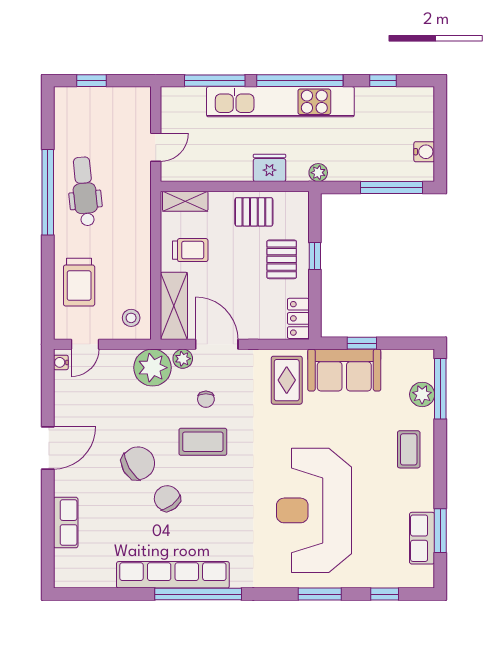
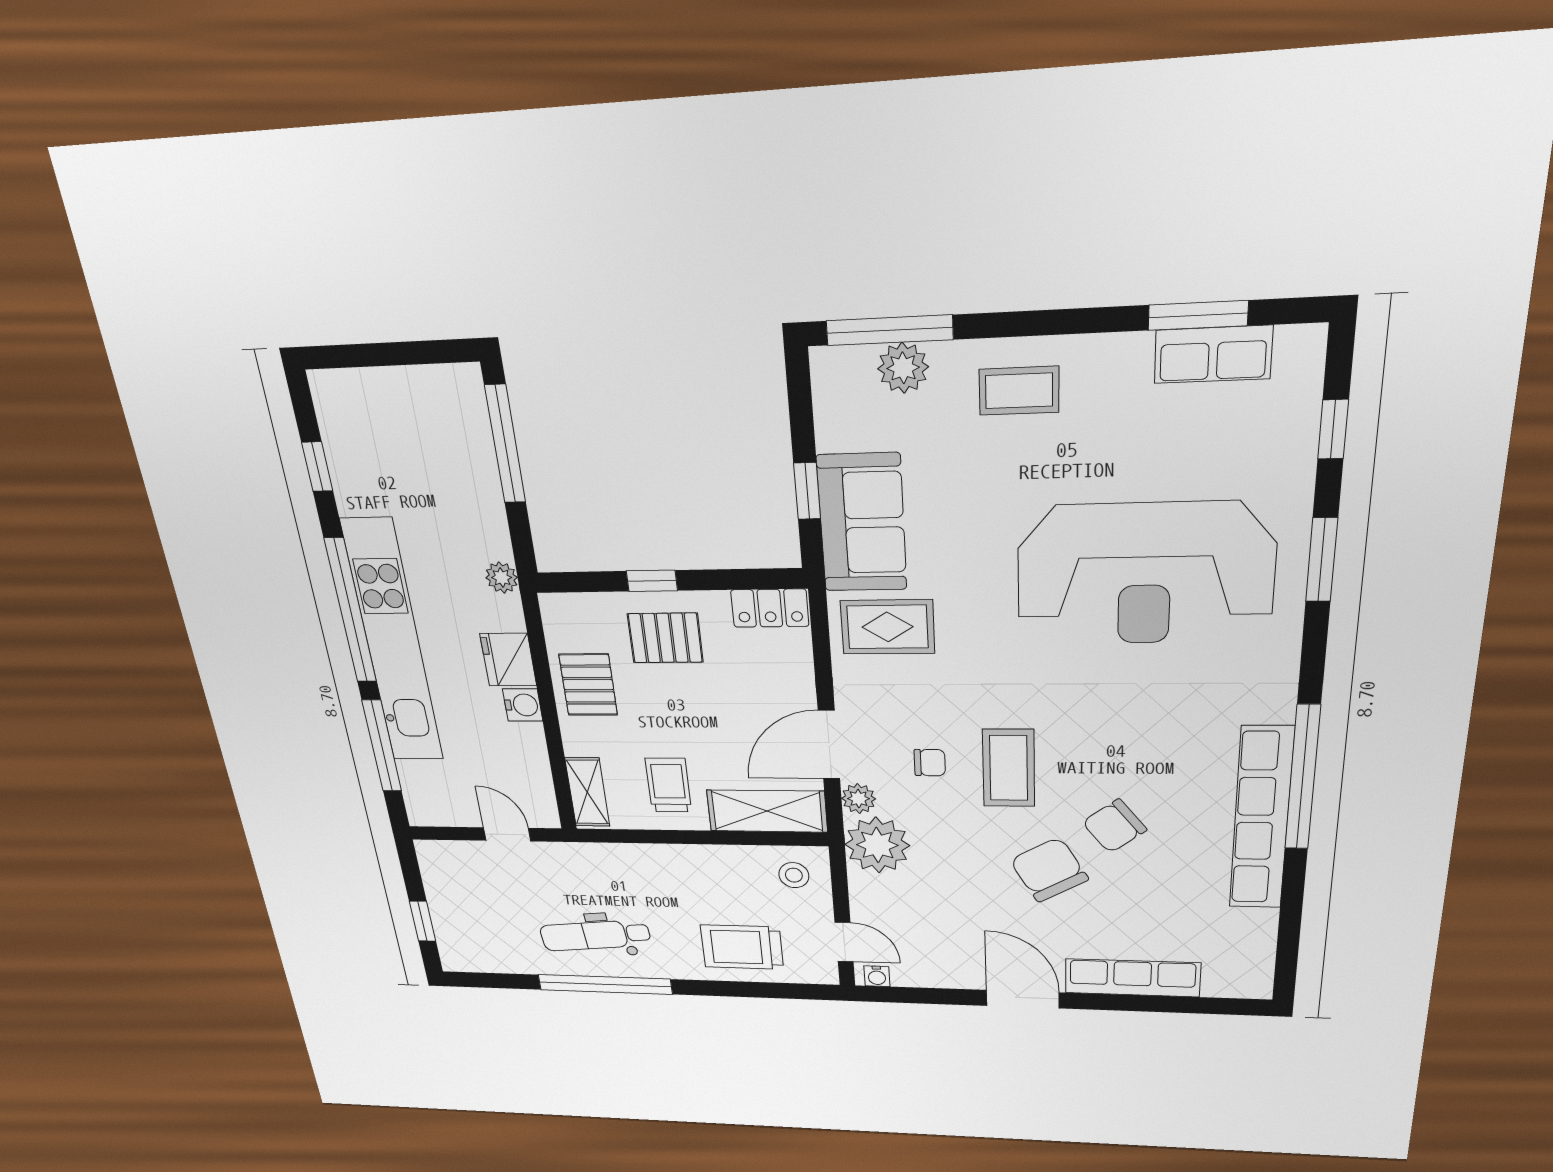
water cooler: (424, 152) -> (523, 705), moved, turned 90
trolley: (79, 282) -> (742, 947), turned 180
row of seats: (66, 523) -> (1132, 978), width x1.48

